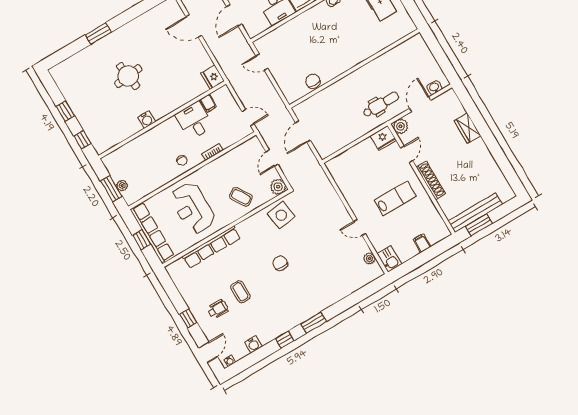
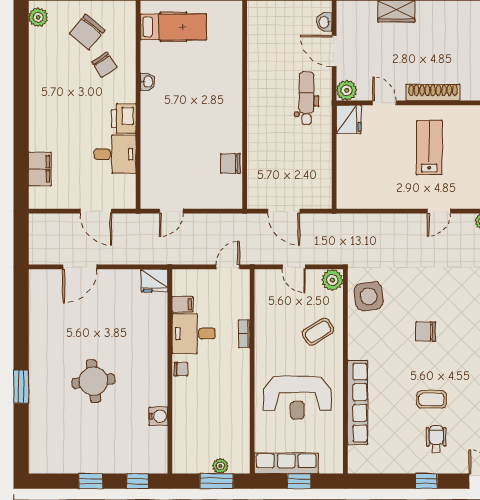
water cooler: (147, 120) -> (158, 416), moved
chair: (182, 160) -> (181, 369), moved
row of seats: (152, 233) -> (286, 463), width x0.73

